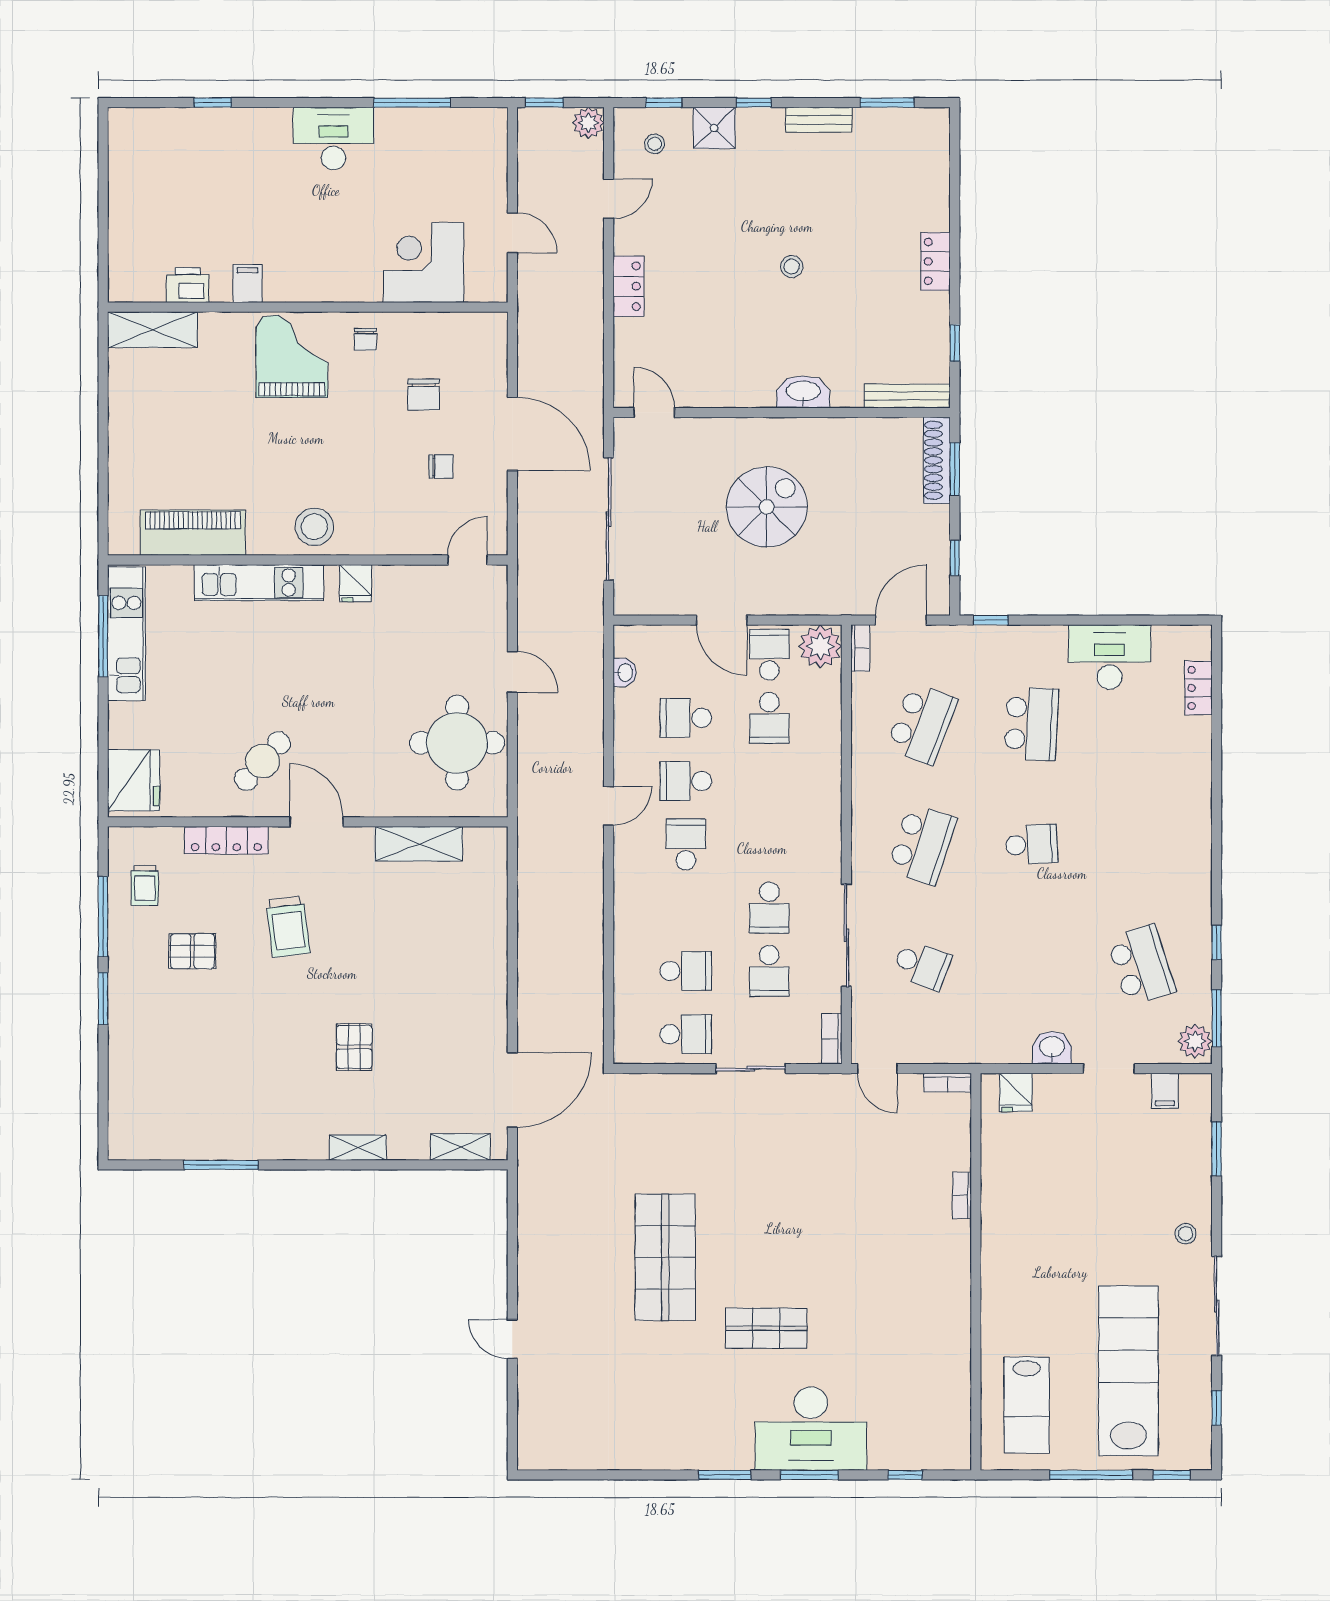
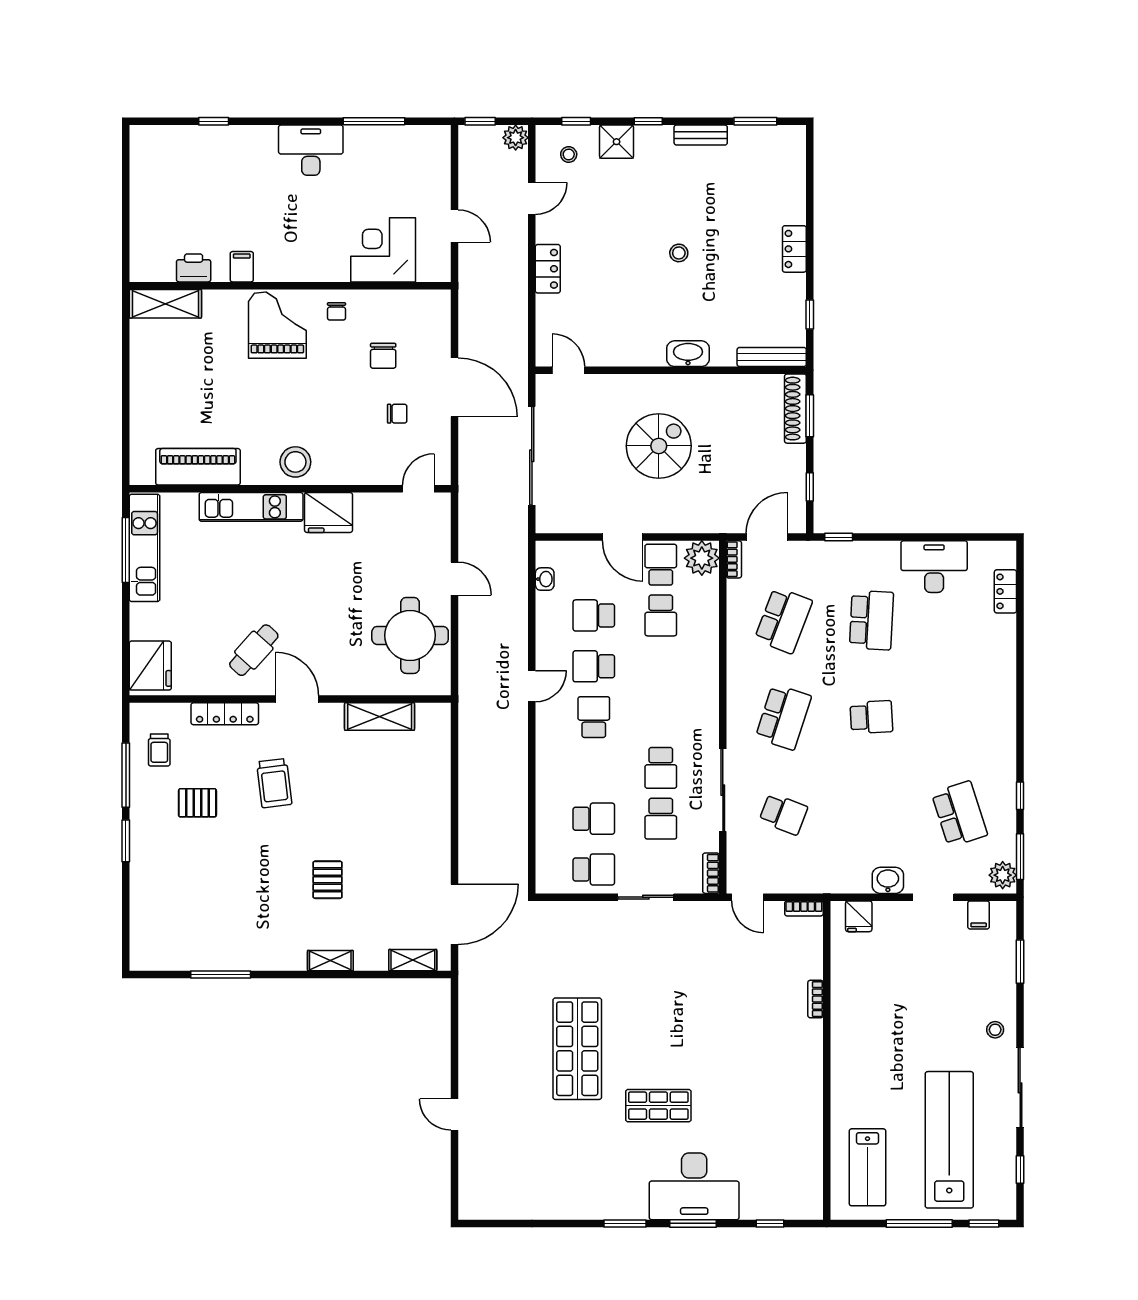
fridge: (356, 583) -> (329, 512), width x1.88, depth x1.34

